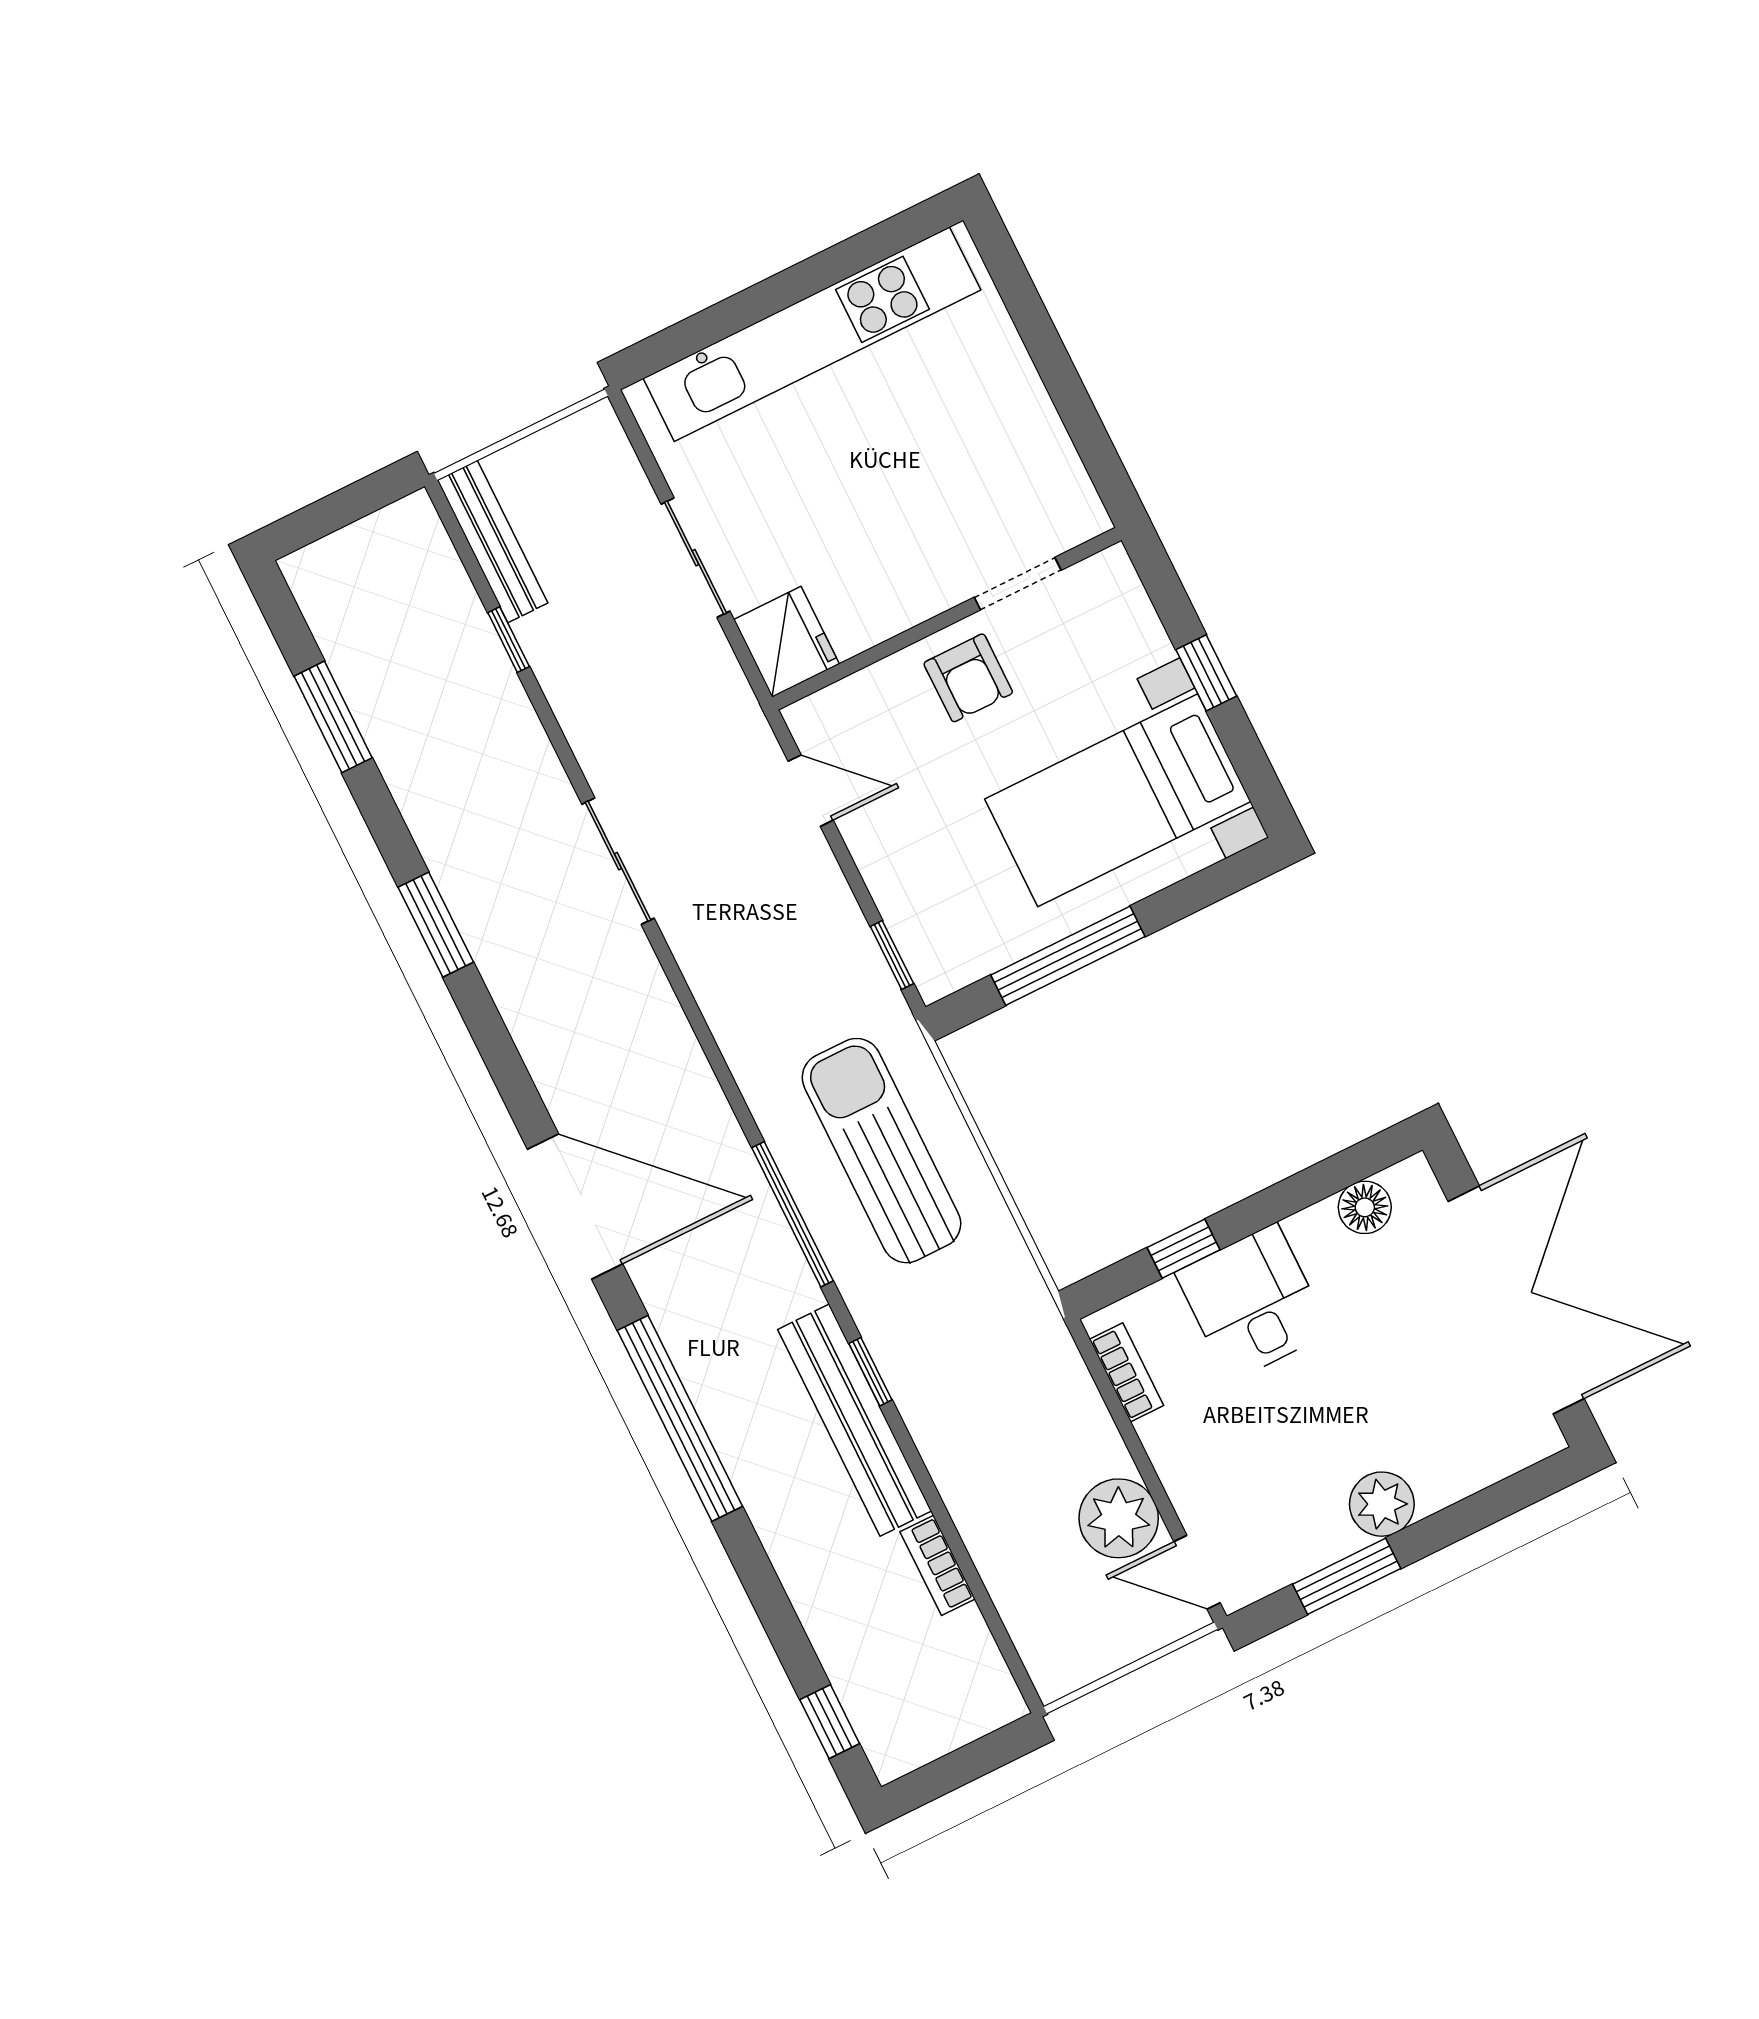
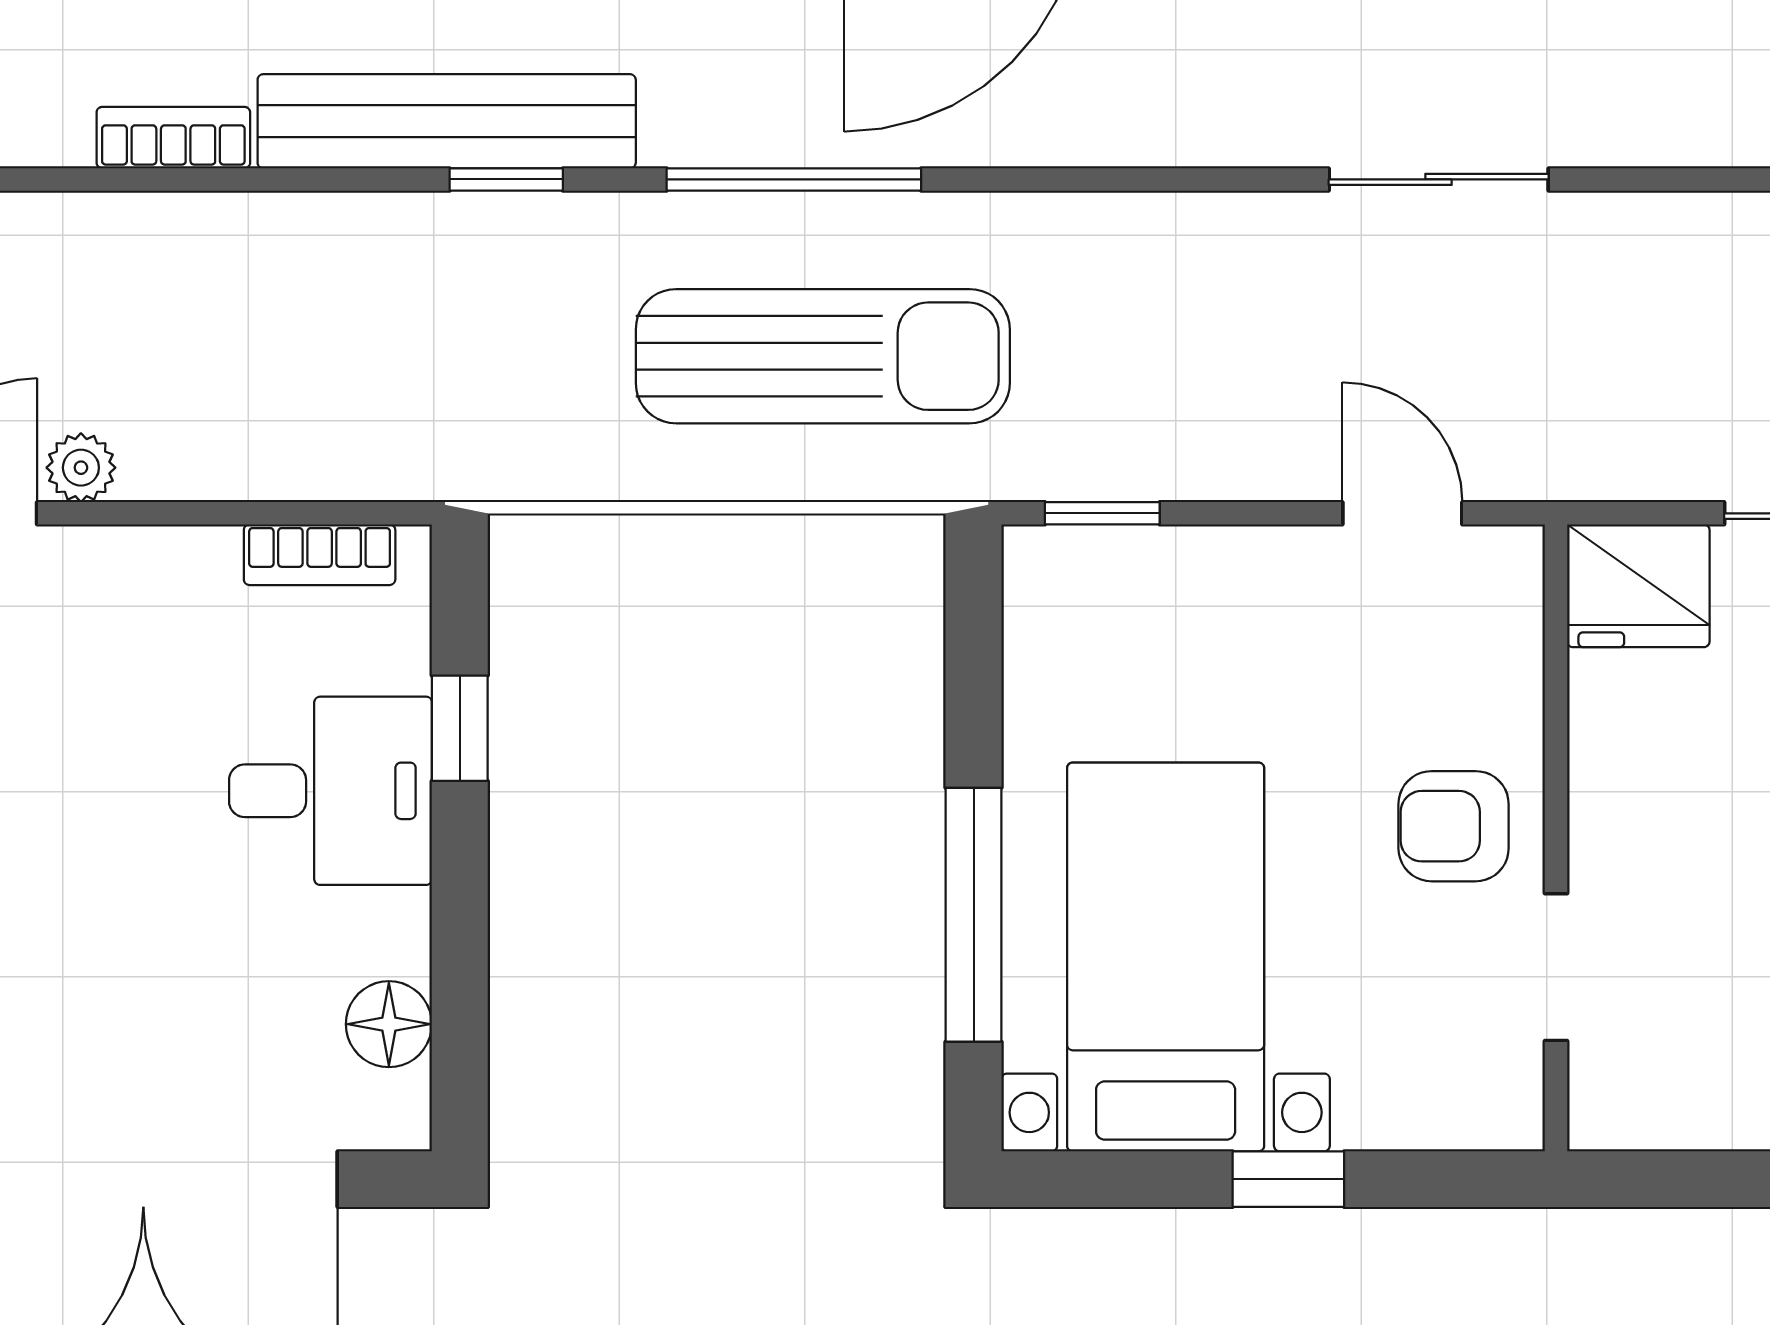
door: (811, 791) -> (1402, 513), swing flipped
window: (1068, 956) -> (974, 915), moved
plant: (1119, 1518) -> (81, 468), width x0.53, depth x0.53

